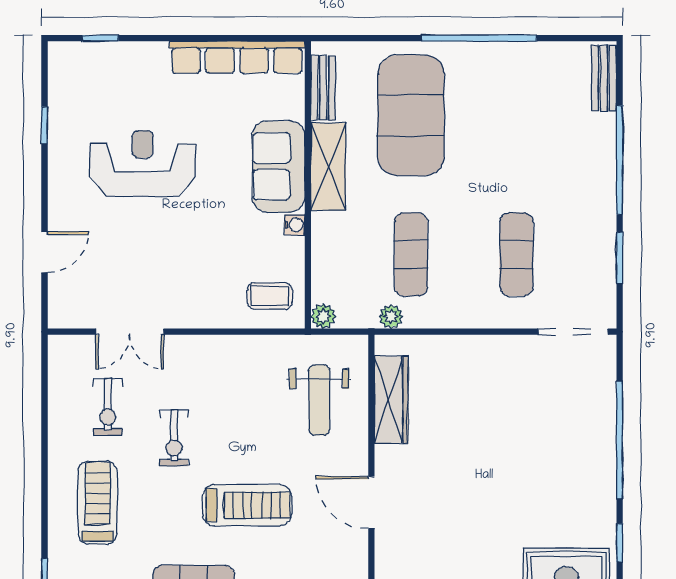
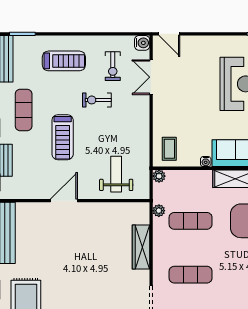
door: (44, 252) -> (169, 34), moved
water cooler: (62, 349) -> (142, 43), added
weight bench: (319, 400) -> (116, 174), turned 90
wardrobe: (391, 400) -> (141, 247), moved, turned 90
exercise bike: (108, 407) -> (113, 66), turned -90

